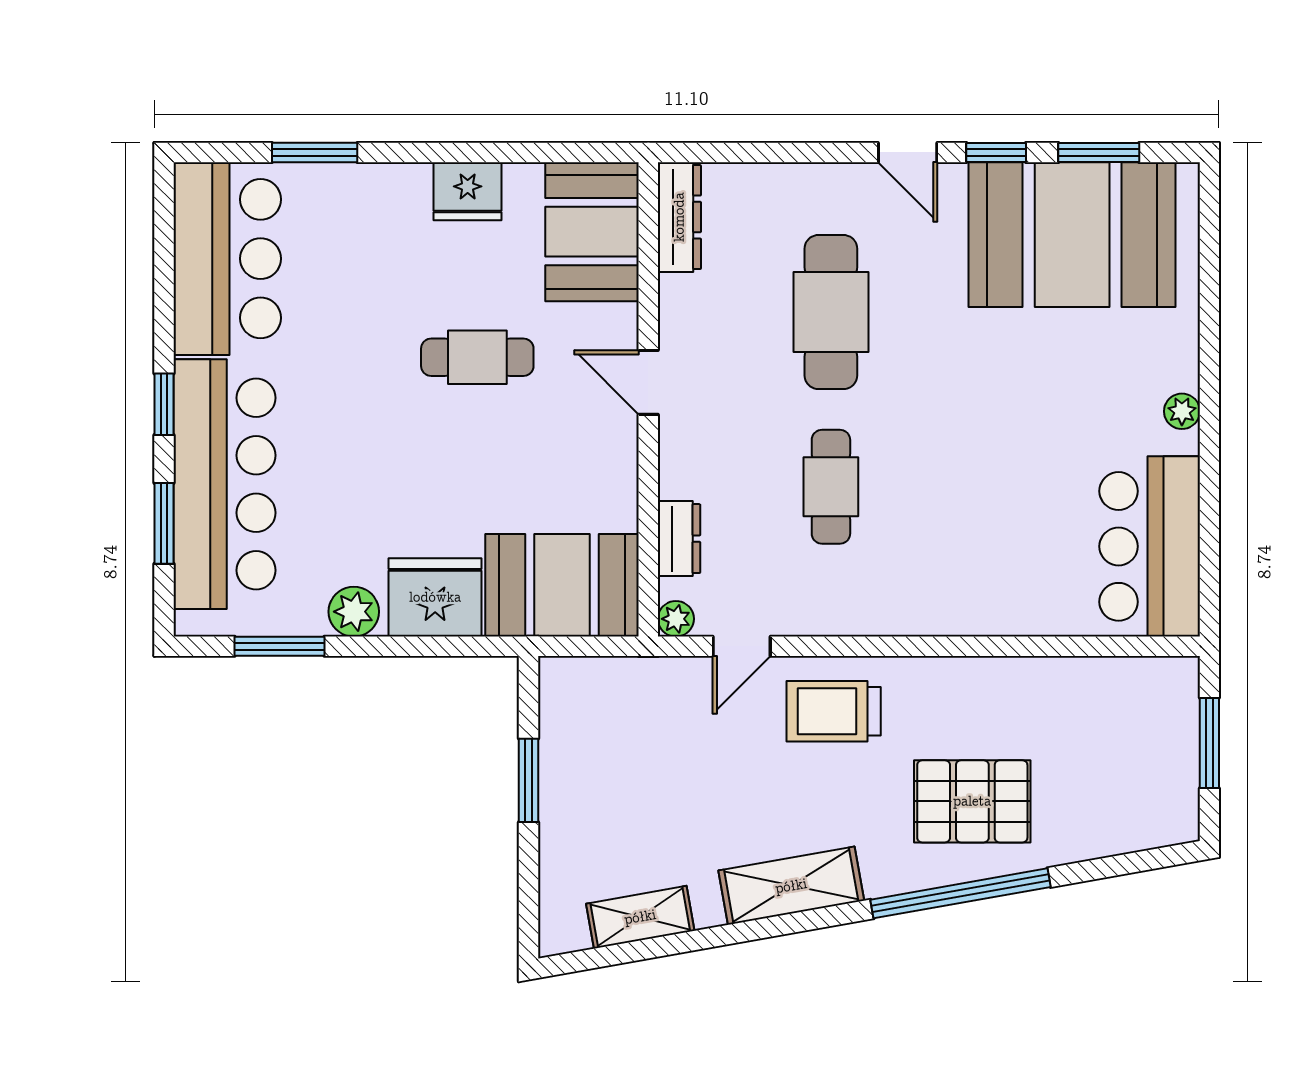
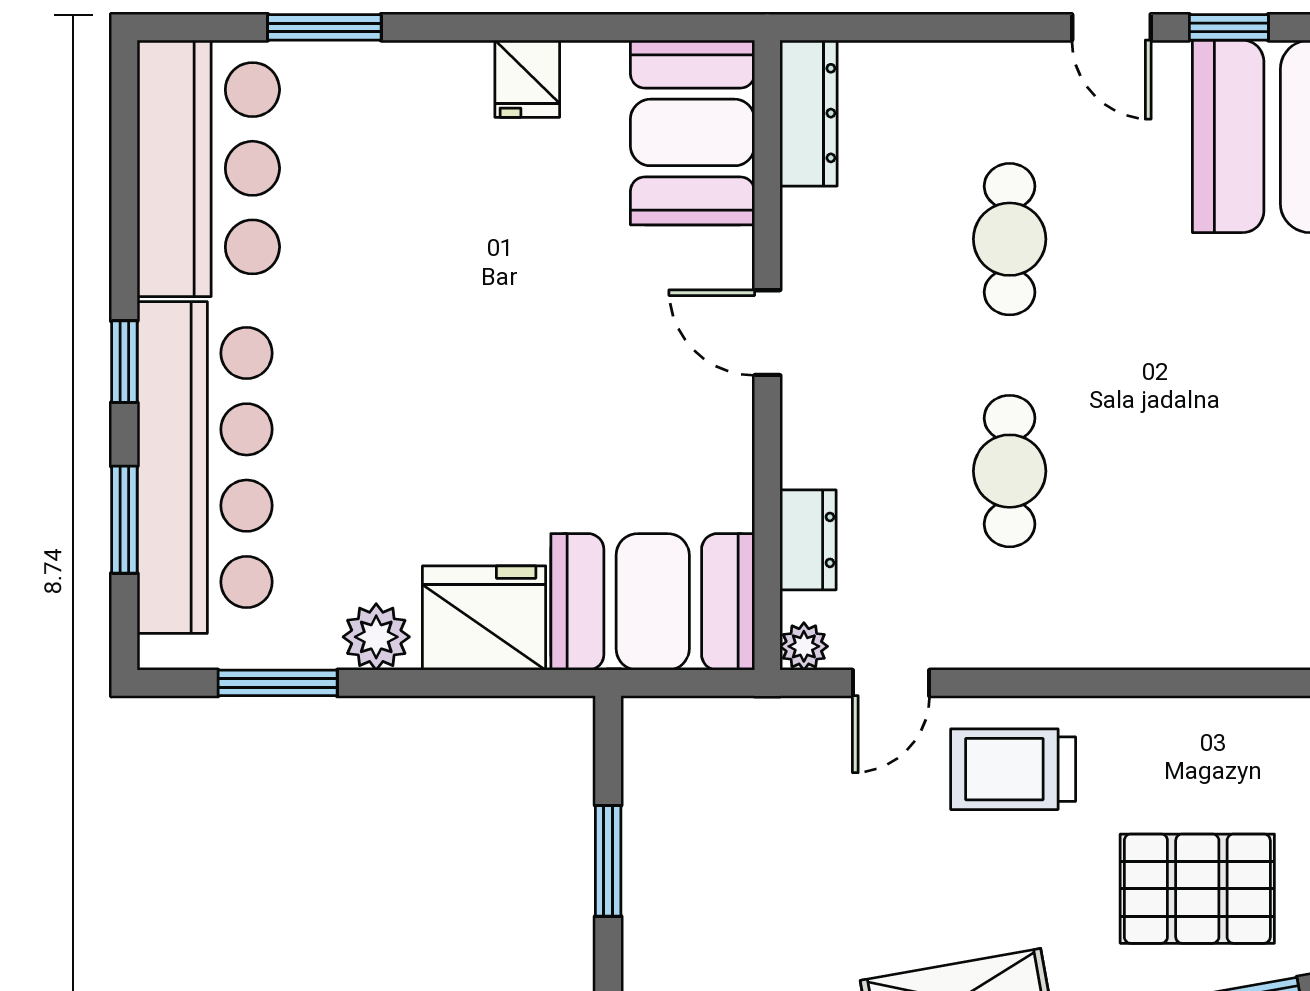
fridge: (468, 191) -> (527, 79), width x0.72
cafe table: (831, 312) -> (1010, 239), width x0.73, depth x0.74
cafe table: (477, 357) -> (540, 299), removed

